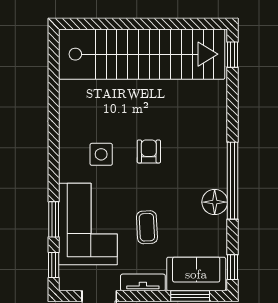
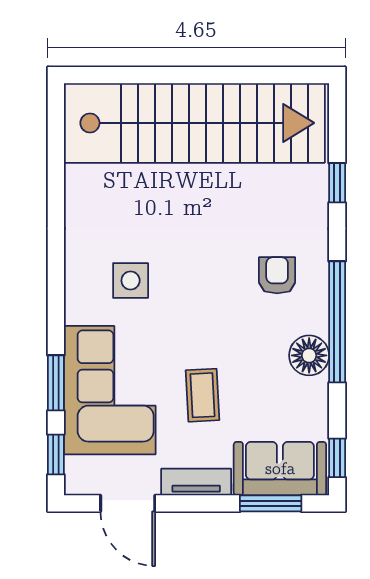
window: (233, 55) -> (337, 183), moved
armchair: (149, 151) -> (277, 275), moved

